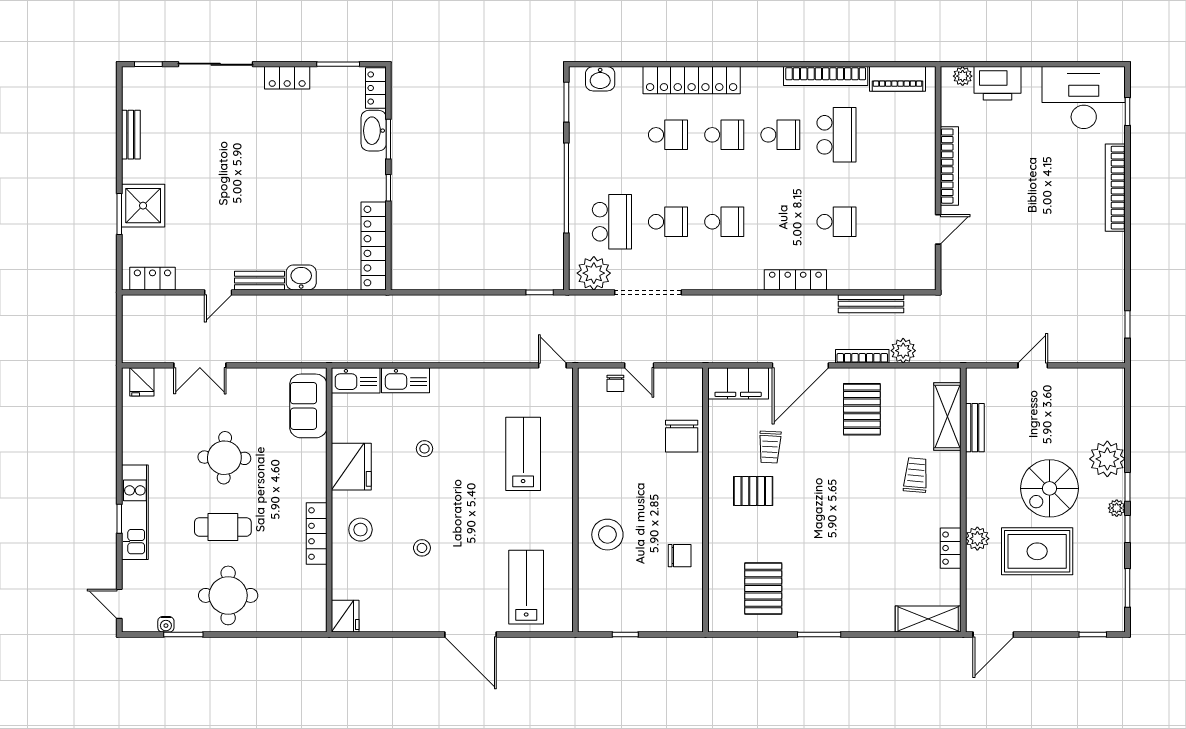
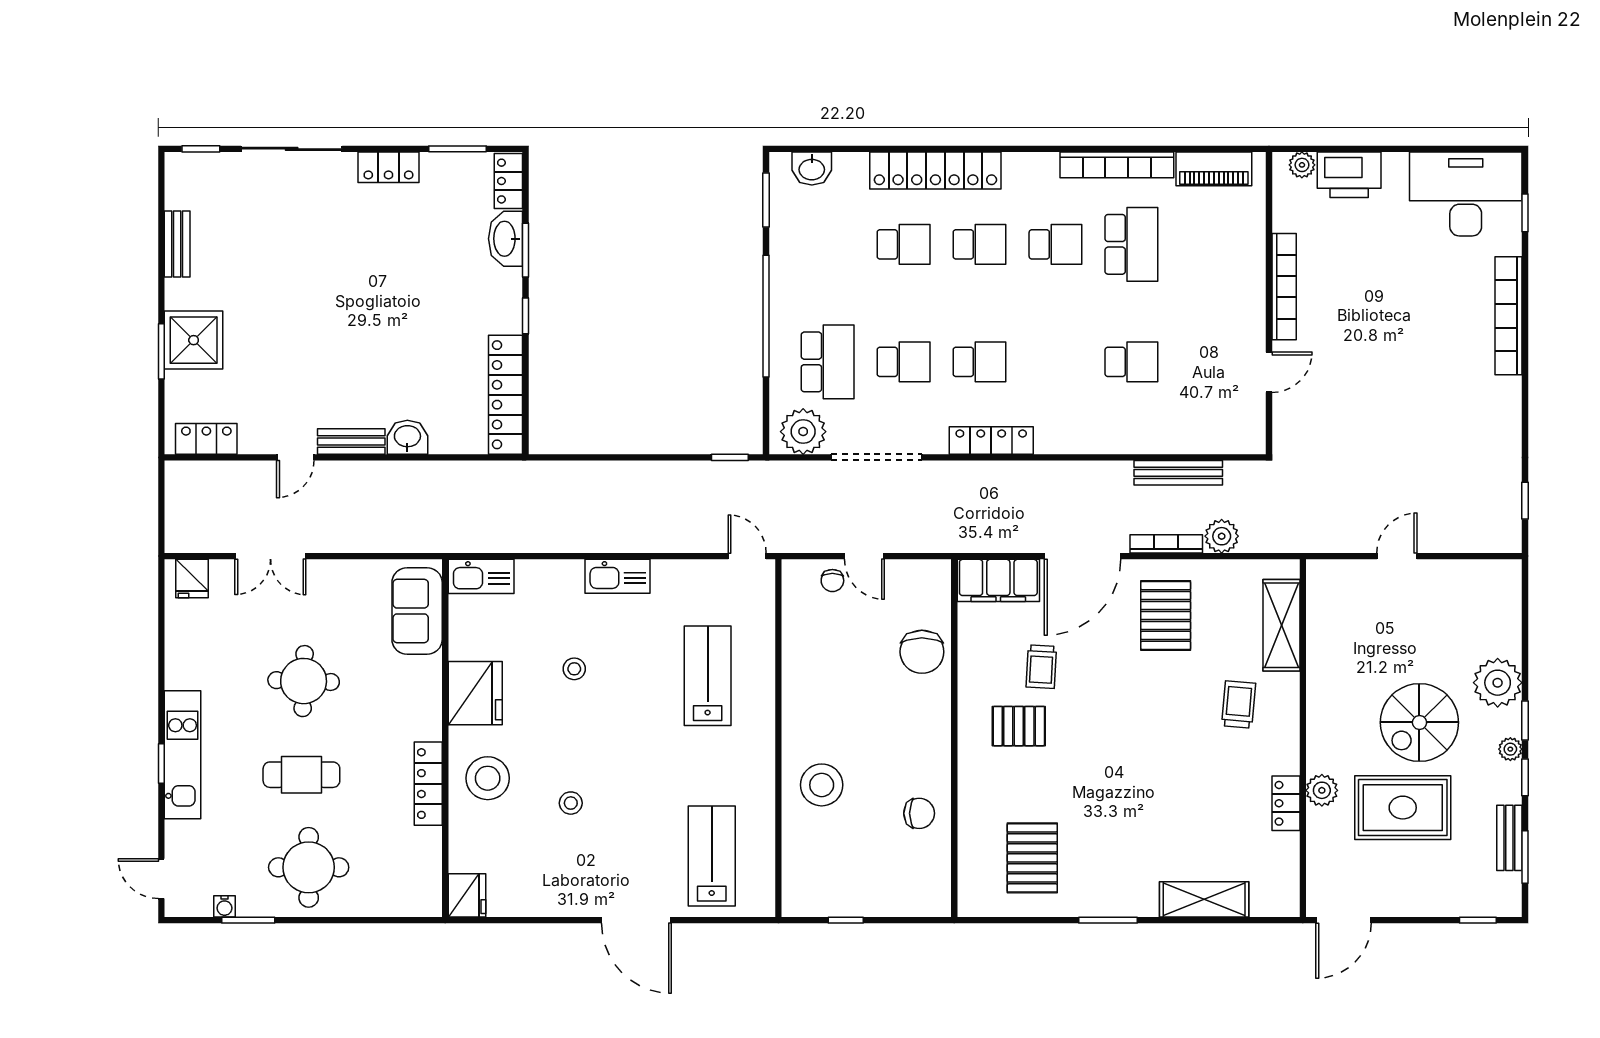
locker: (795, 280) -> (991, 440), moved
kitchen sink: (406, 380) -> (617, 576), moved
bench: (975, 428) -> (1509, 838), moved
stool: (360, 530) -> (488, 778), width x1.38, depth x1.38
shelving: (928, 619) -> (1204, 899), moved

